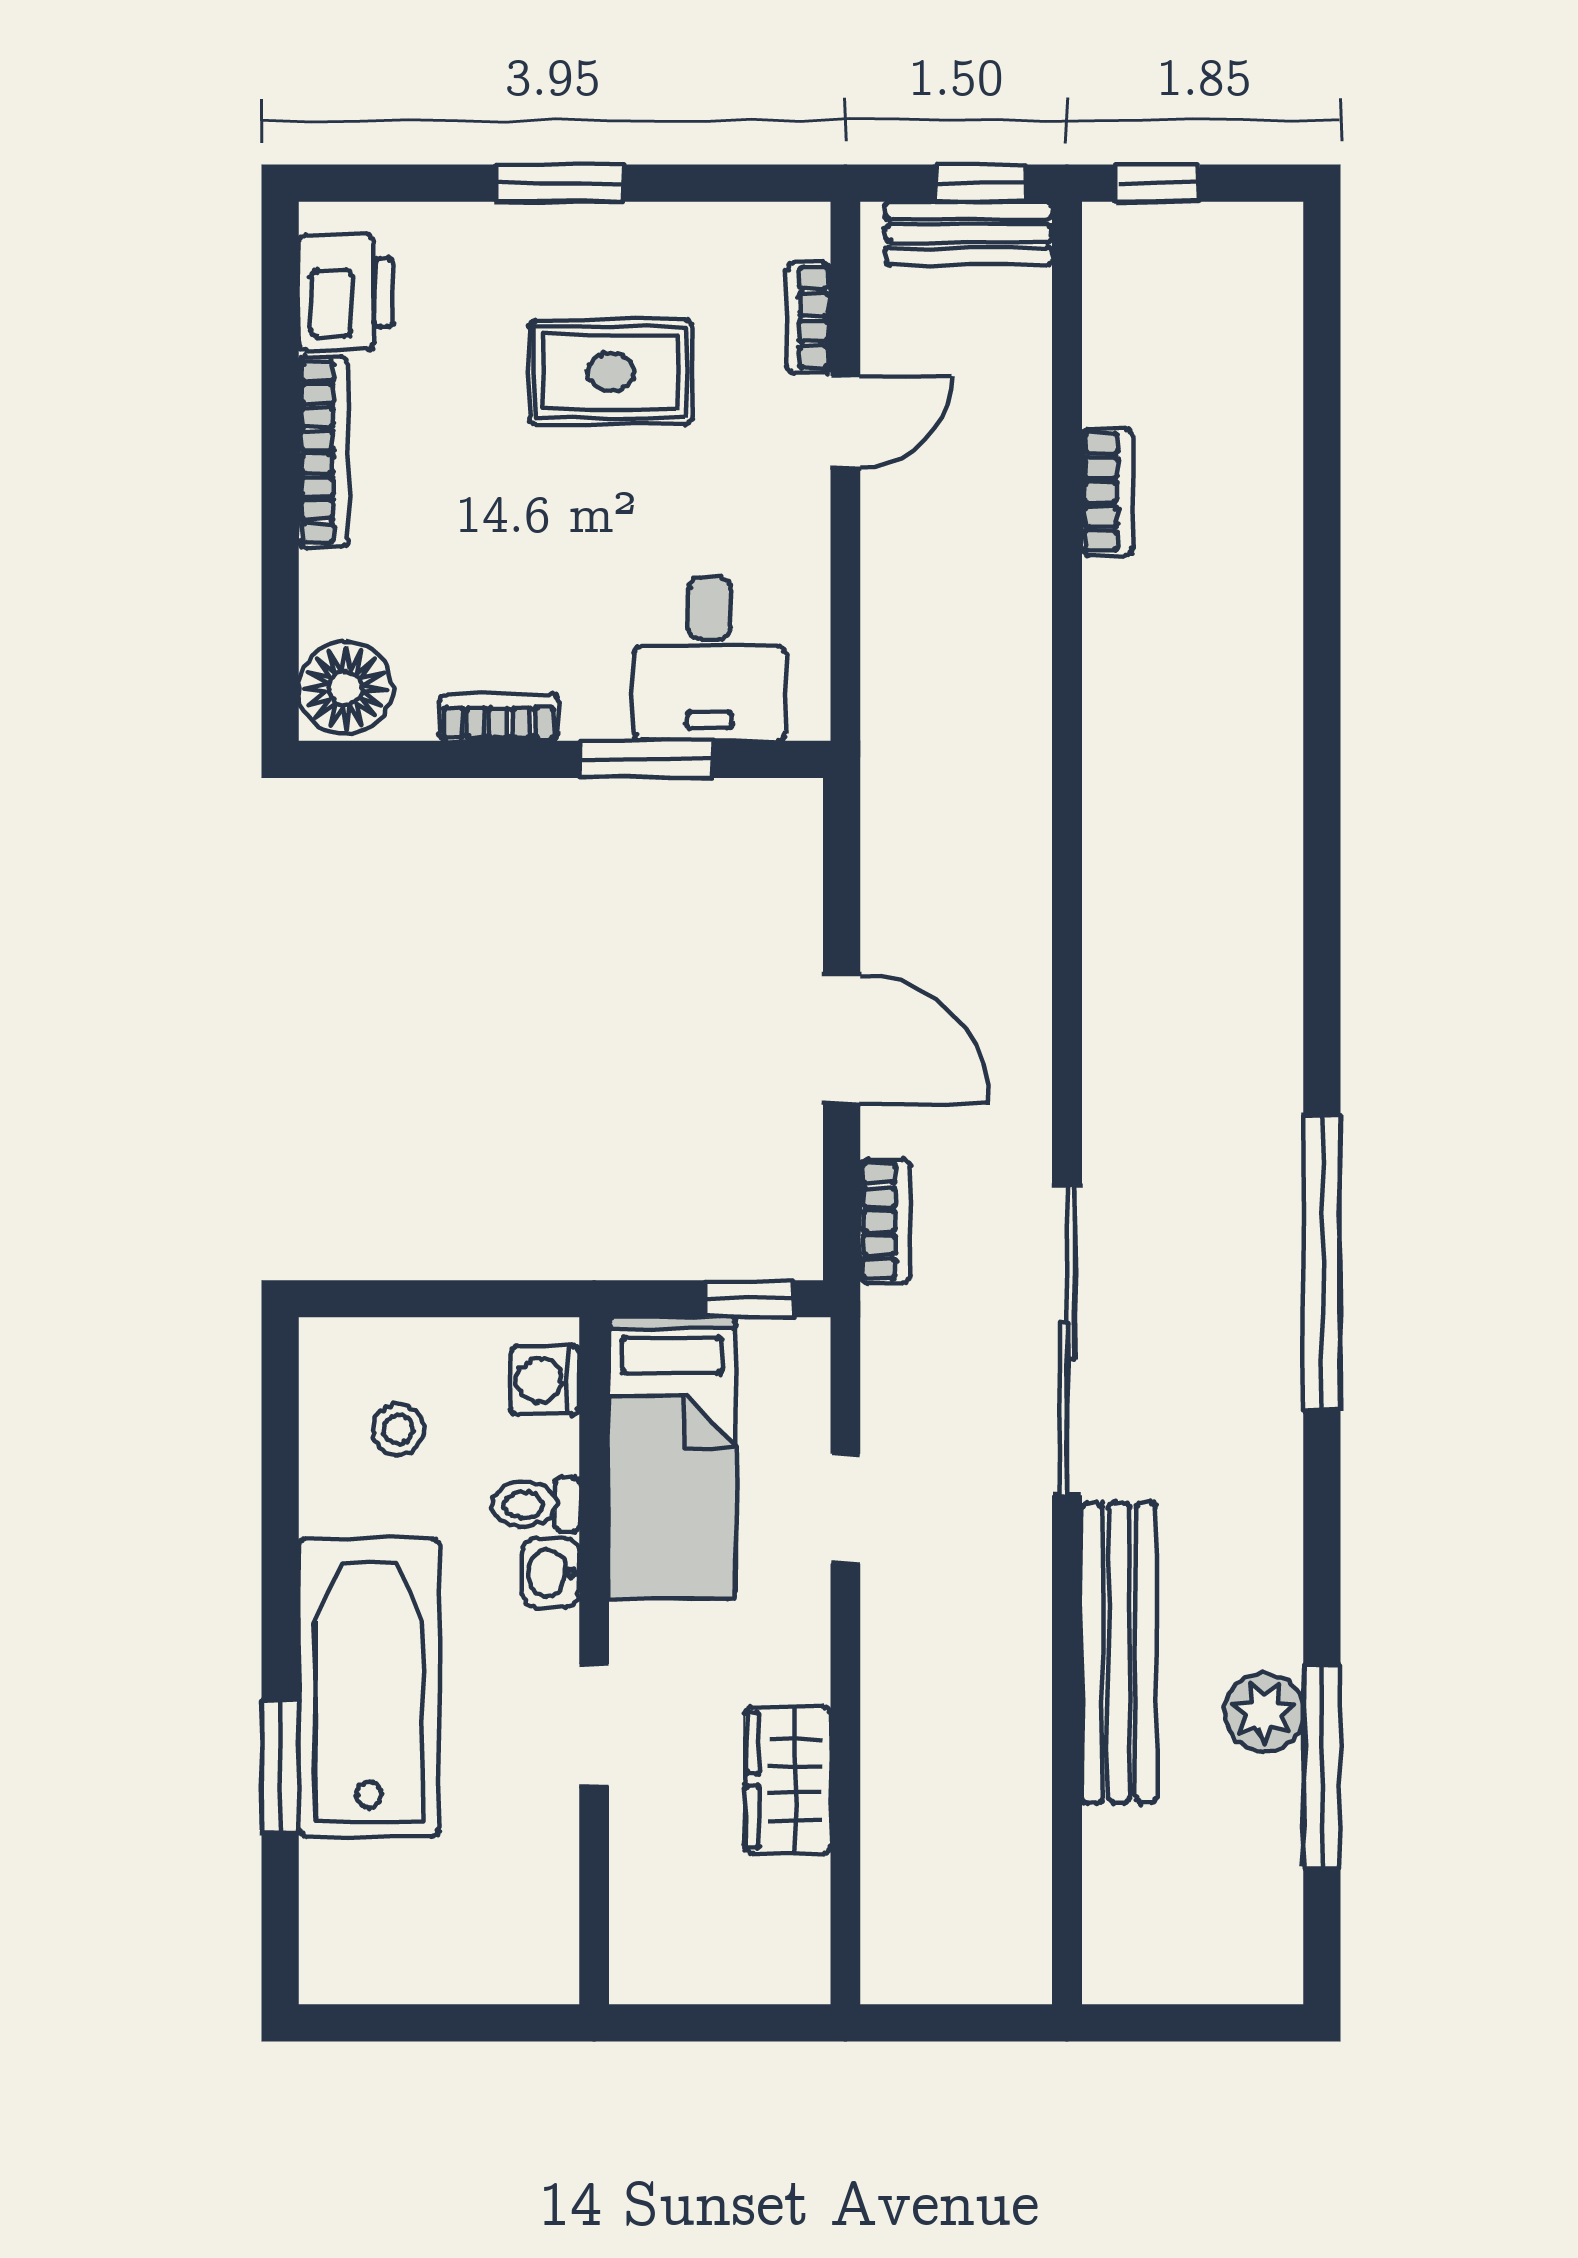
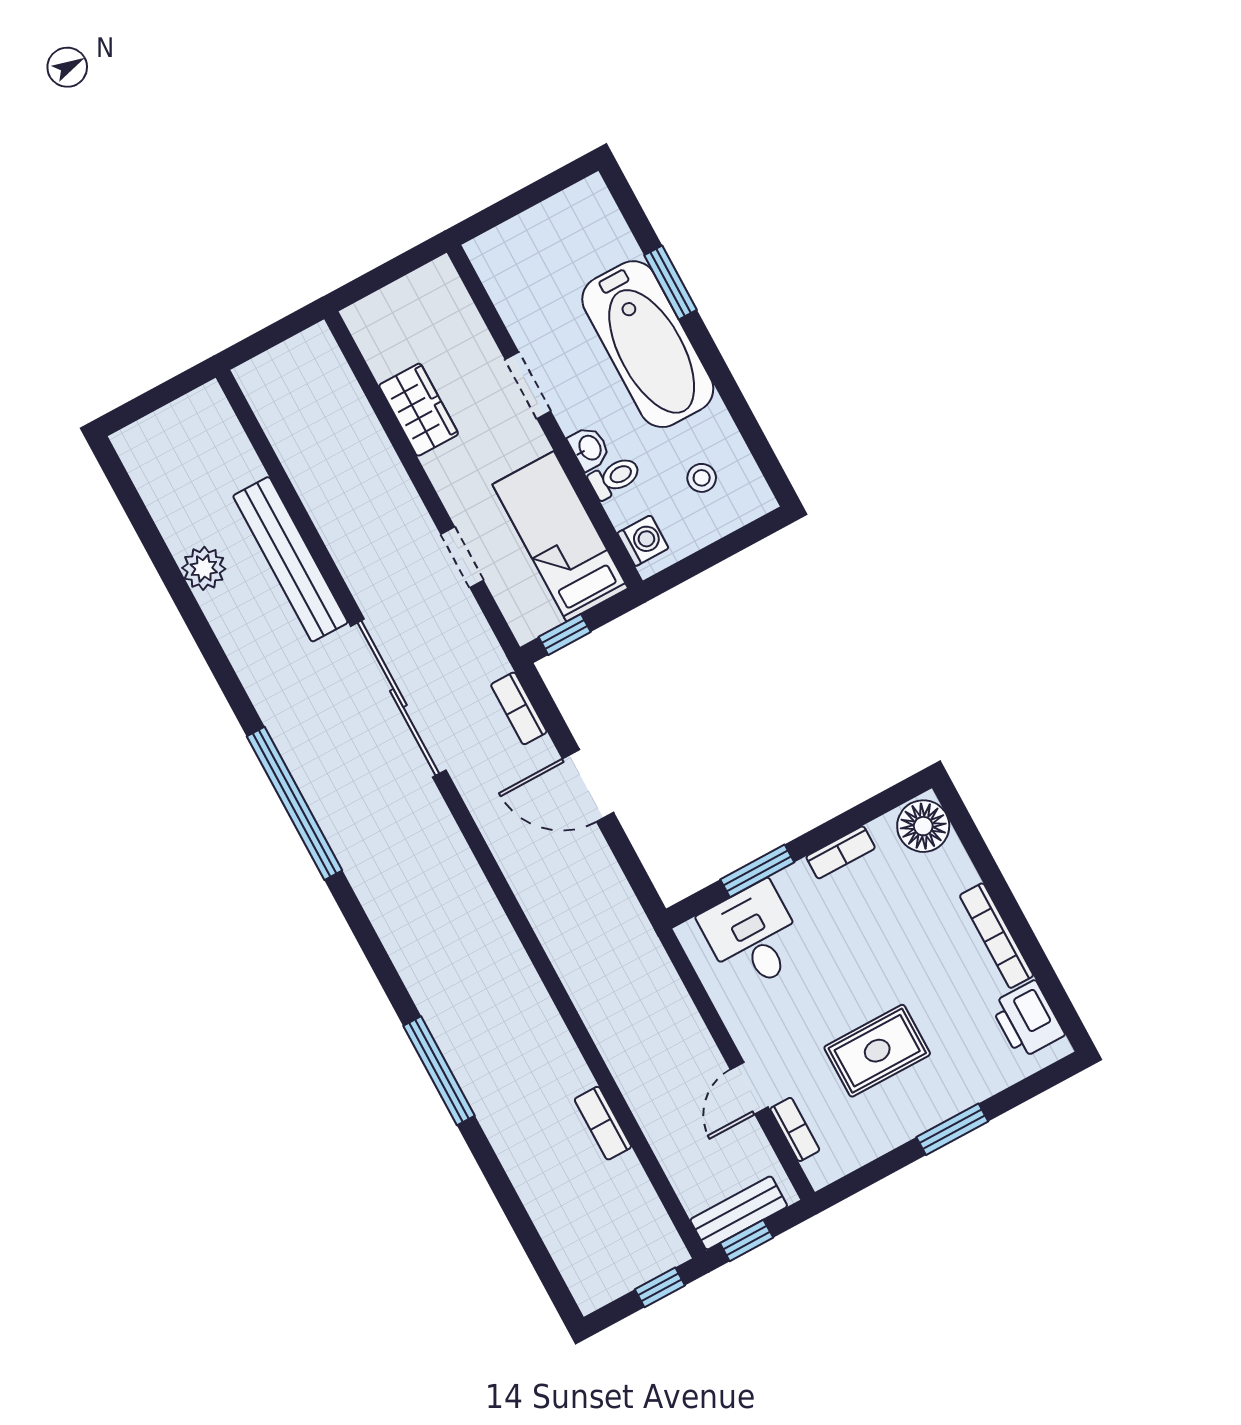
window: (1322, 1766) -> (439, 1071), moved

